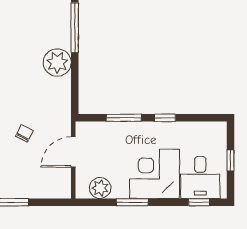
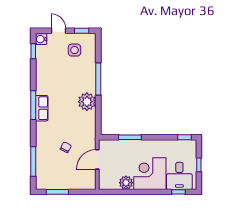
window: (165, 118) -> (185, 137), moved
plant: (100, 188) -> (126, 183), moved
window: (132, 202) -> (135, 192), removed

